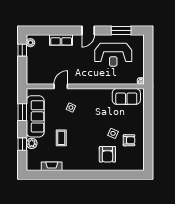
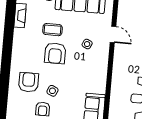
armchair: (81, 134) -> (55, 53), added
armchair: (107, 154) -> (29, 82), turned 90

